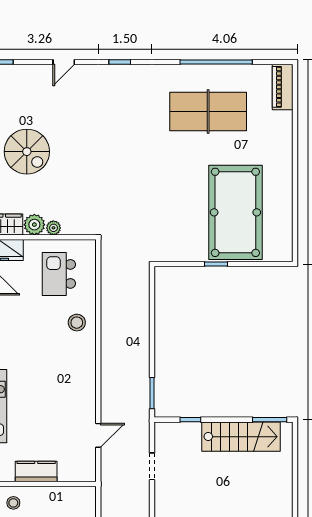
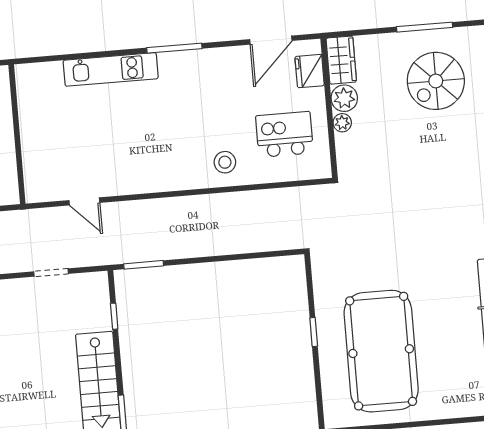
pool table: (235, 212) -> (381, 351), turned 90
kitchen counter: (36, 472) -> (32, 127), removed

